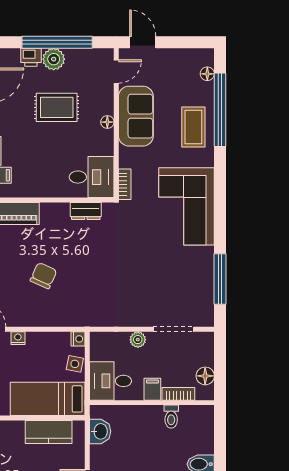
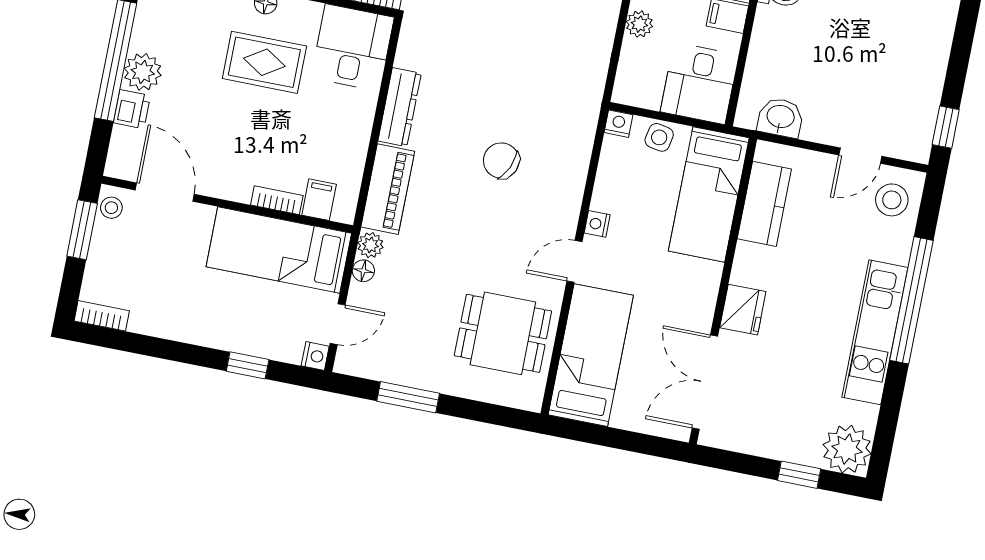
rug: (57, 107) -> (264, 62), moved, turned 90
dresser: (86, 211) -> (400, 107), moved, width x1.44

